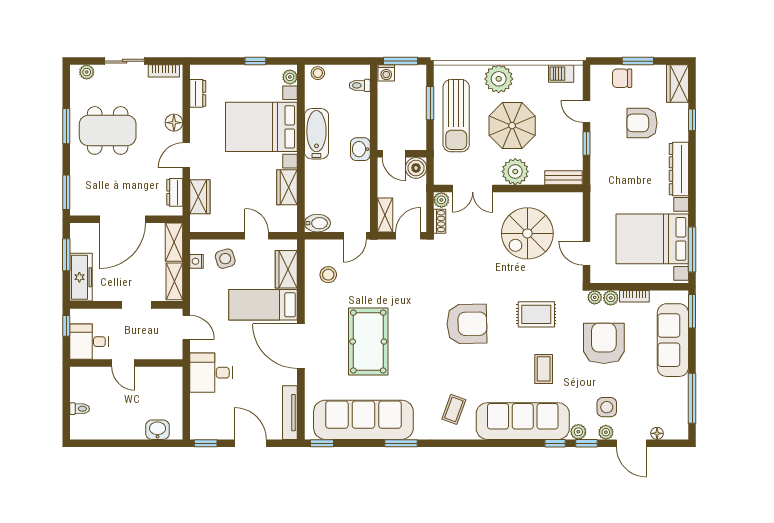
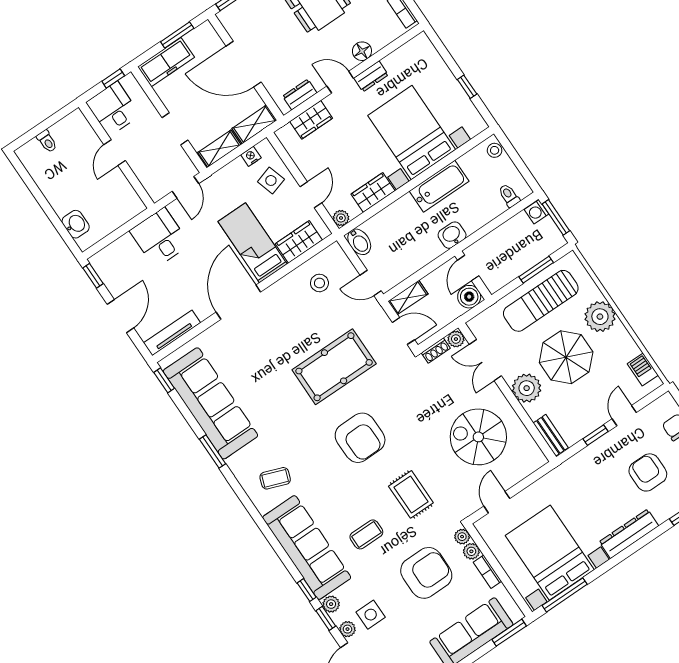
plant: (290, 77) -> (341, 218), moved
dresser: (198, 93) -> (371, 76), moved
pool table: (368, 342) -> (334, 367), moved

